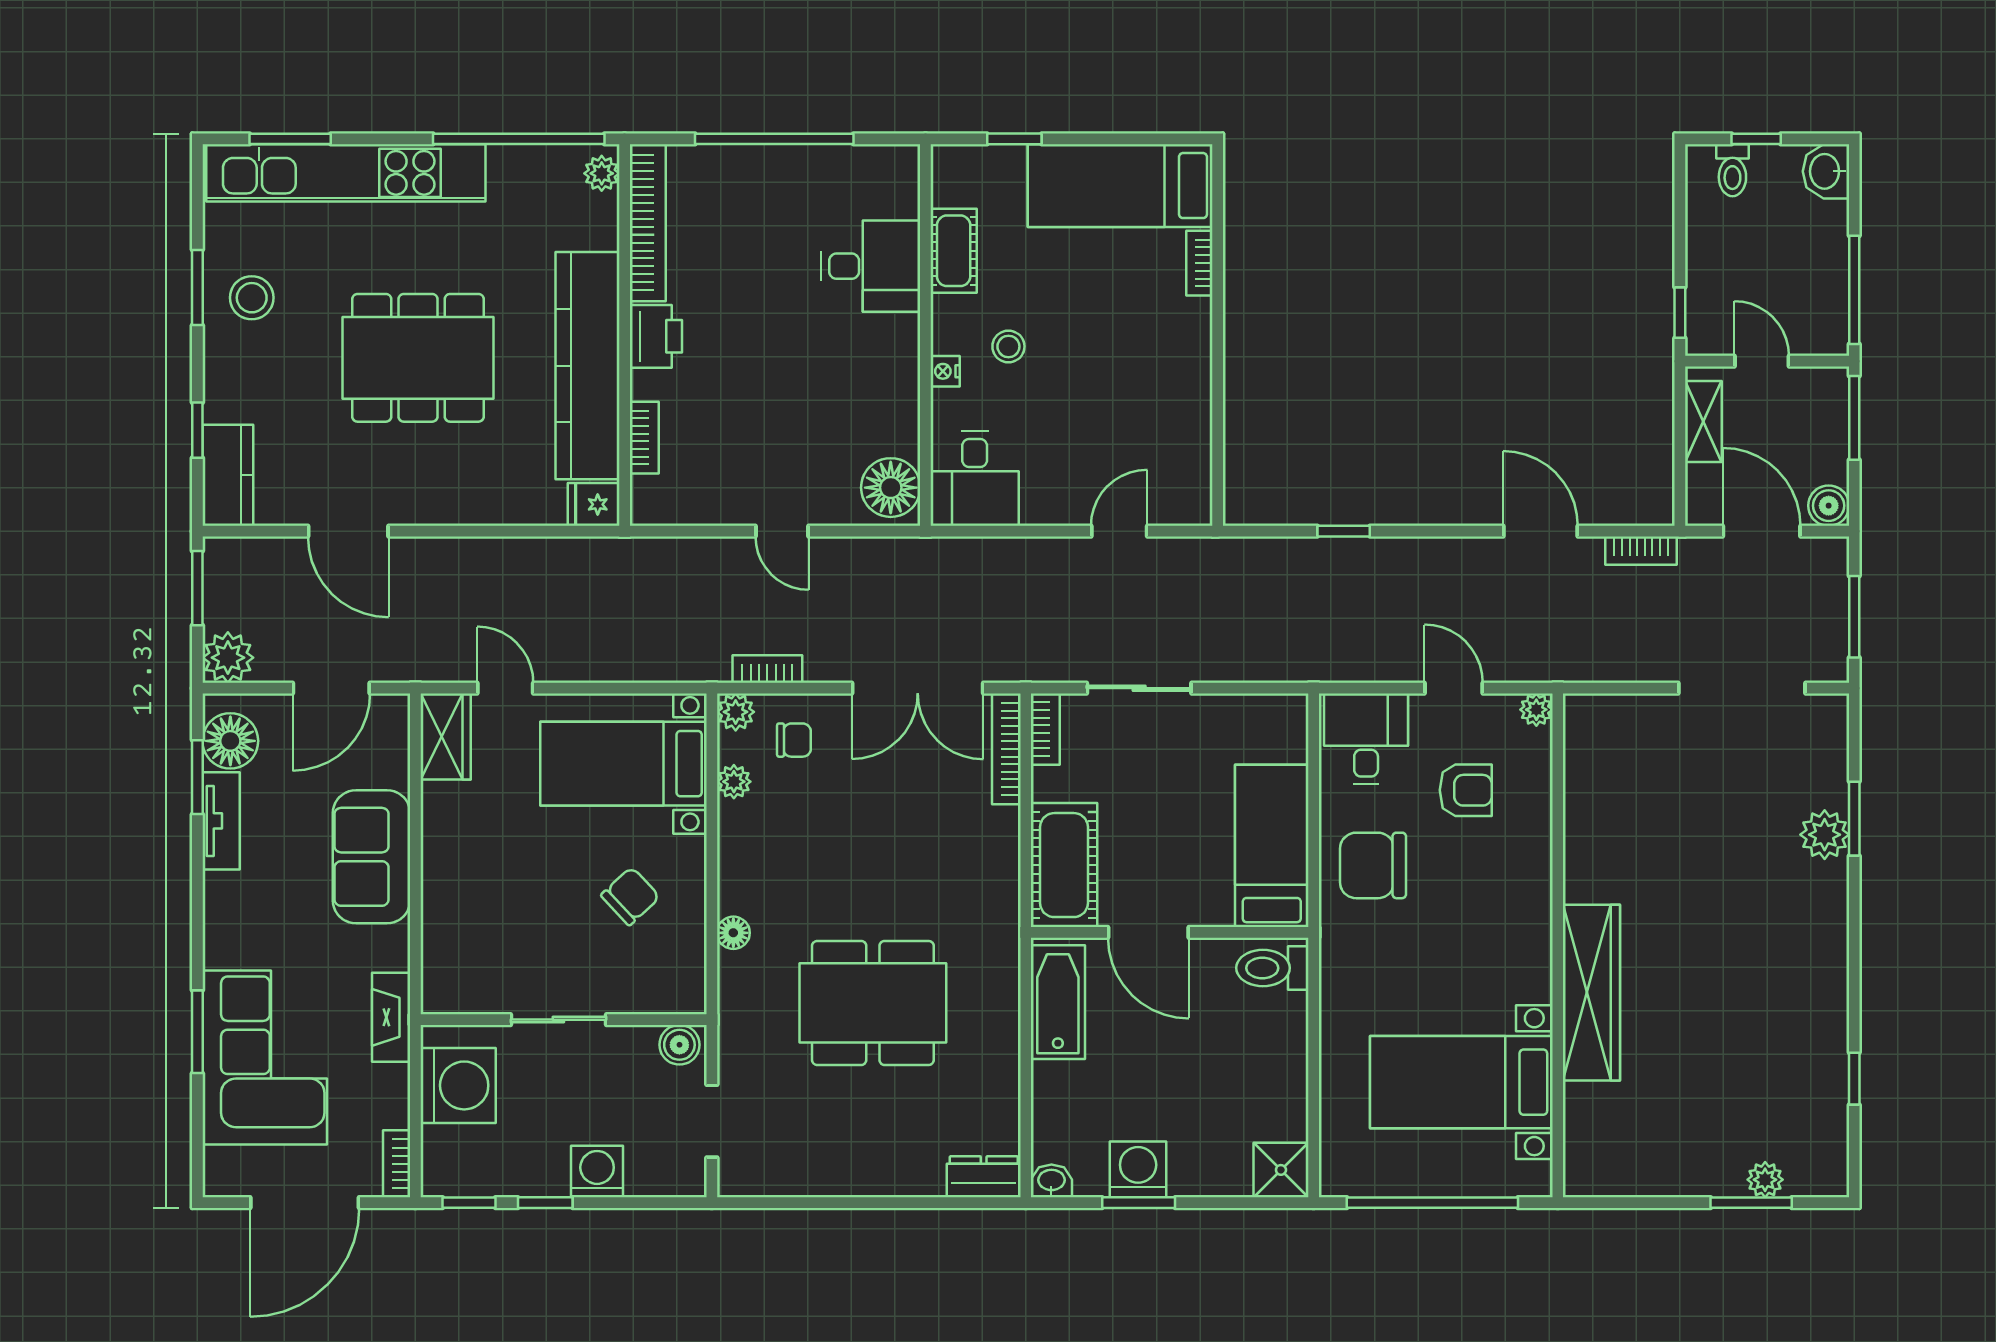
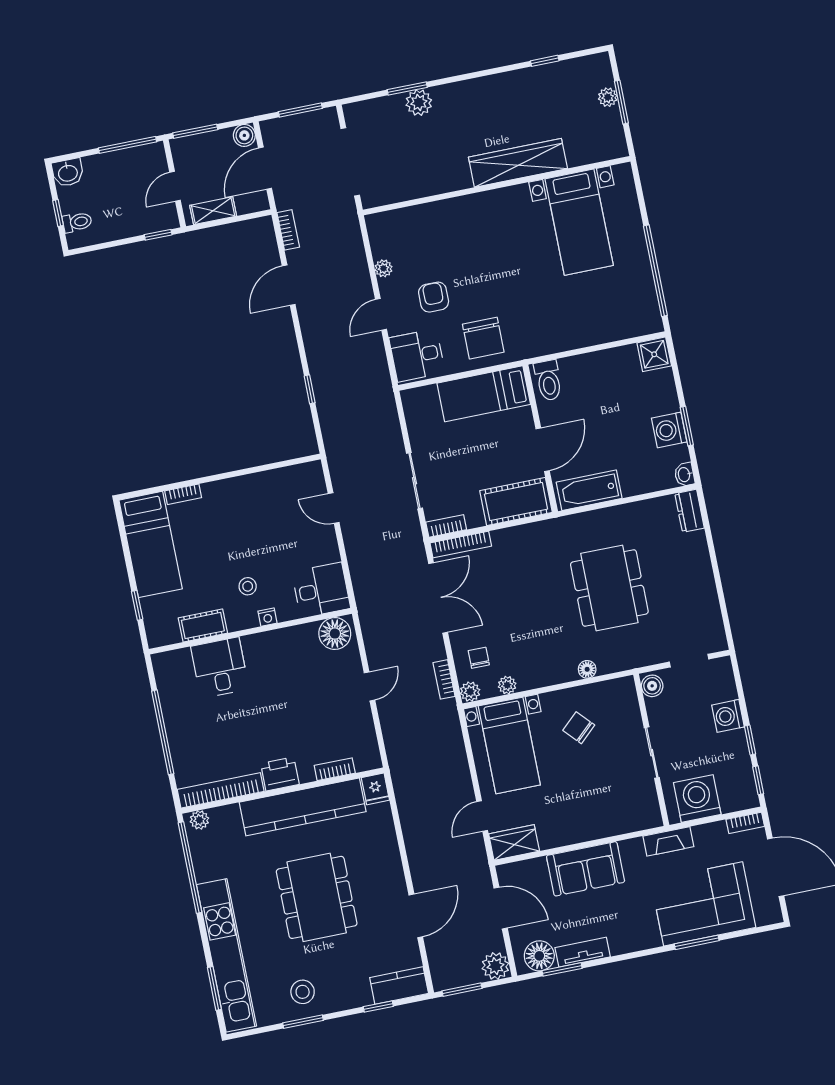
wall: (1558, 945) -> (497, 186), moved
wardrobe: (1591, 993) -> (518, 163), moved
bed with nightstands: (1461, 1082) -> (579, 222), moved

